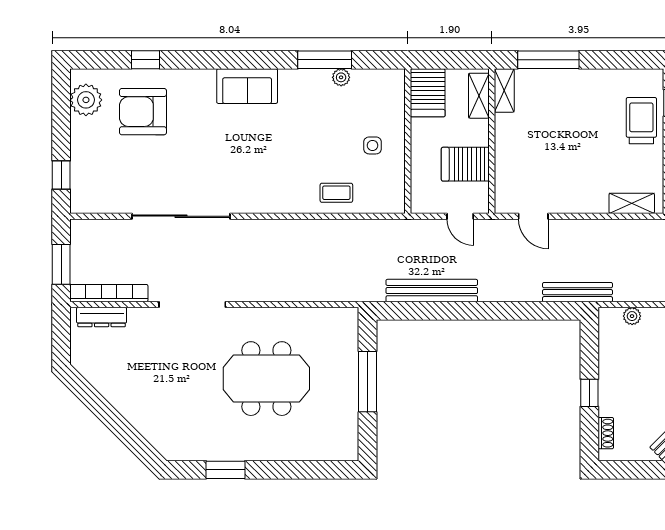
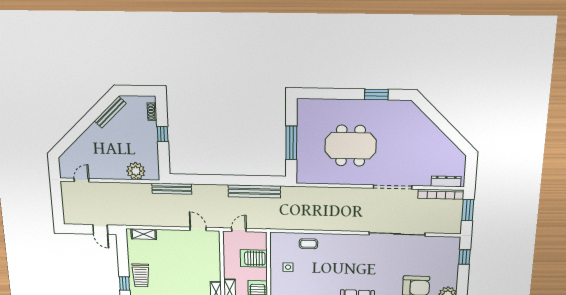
server rack: (465, 164) -> (254, 258), moved, turned 180
door: (460, 216) -> (239, 230), hinge flipped
plant: (632, 316) -> (136, 171), width x1.87, depth x1.87

